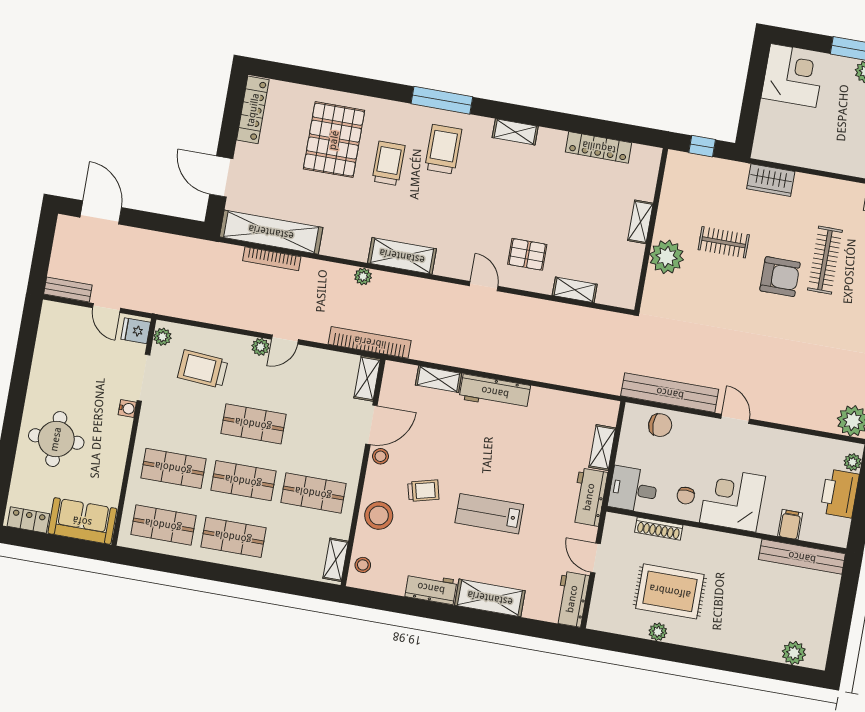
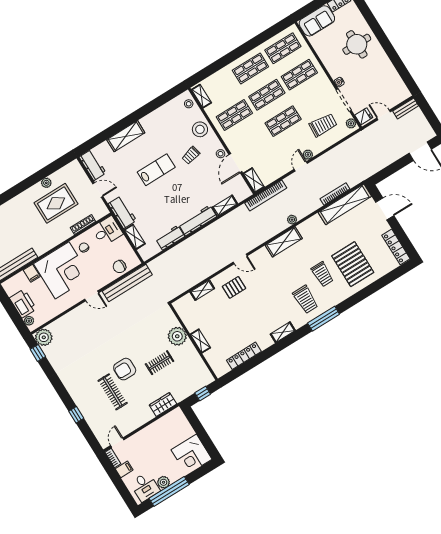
corner desk: (733, 499) -> (62, 270), width x1.36, depth x1.36
workbench: (431, 588) -> (170, 238), moved, turned 180

